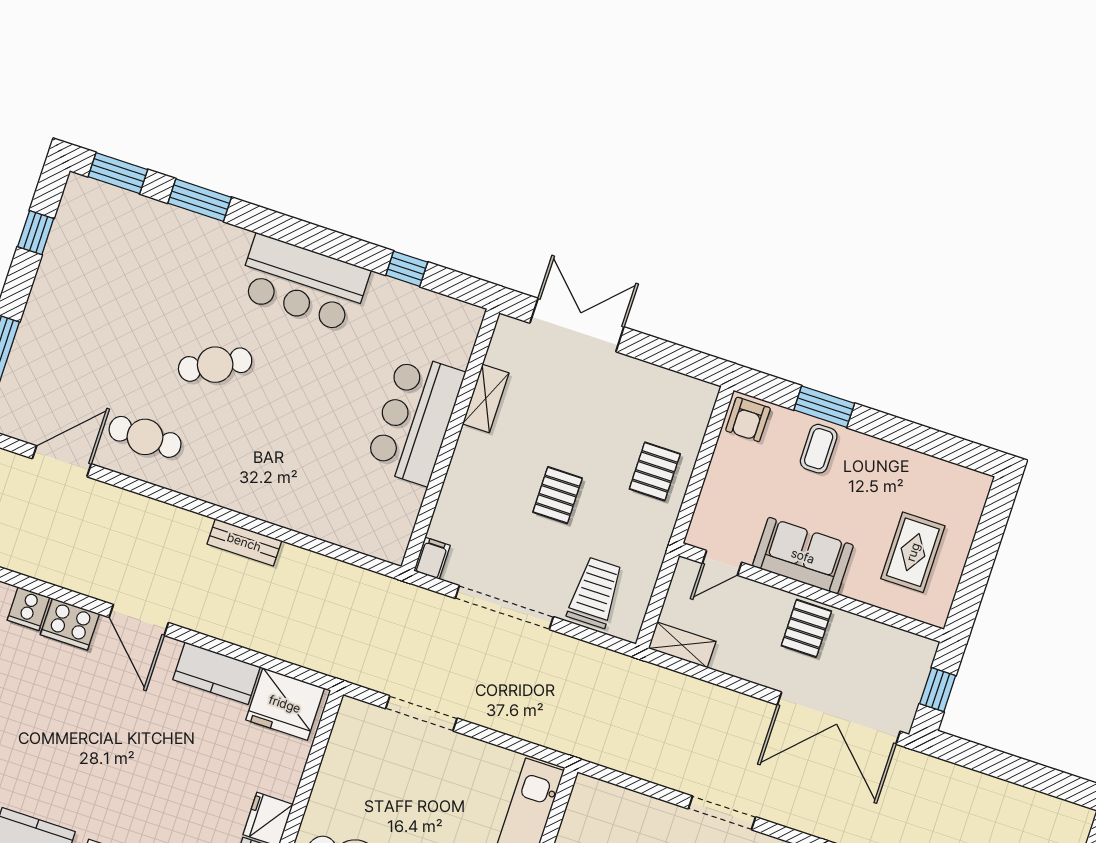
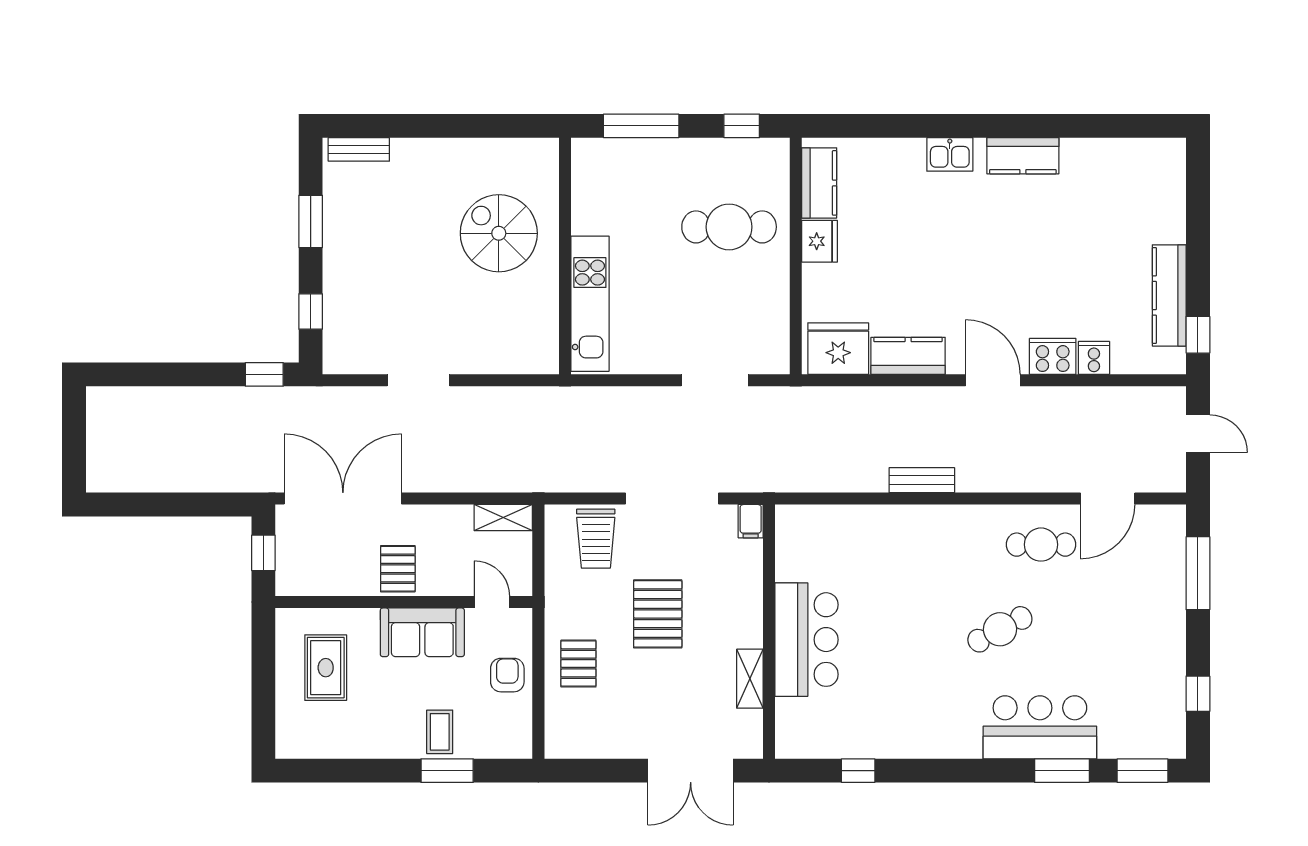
bar counter: (303, 283) -> (1040, 727), moved
armchair: (748, 419) -> (507, 675), moved
pallet: (558, 495) -> (658, 614), width x1.50, depth x1.42
door: (722, 563) -> (492, 602), hinge flipped

